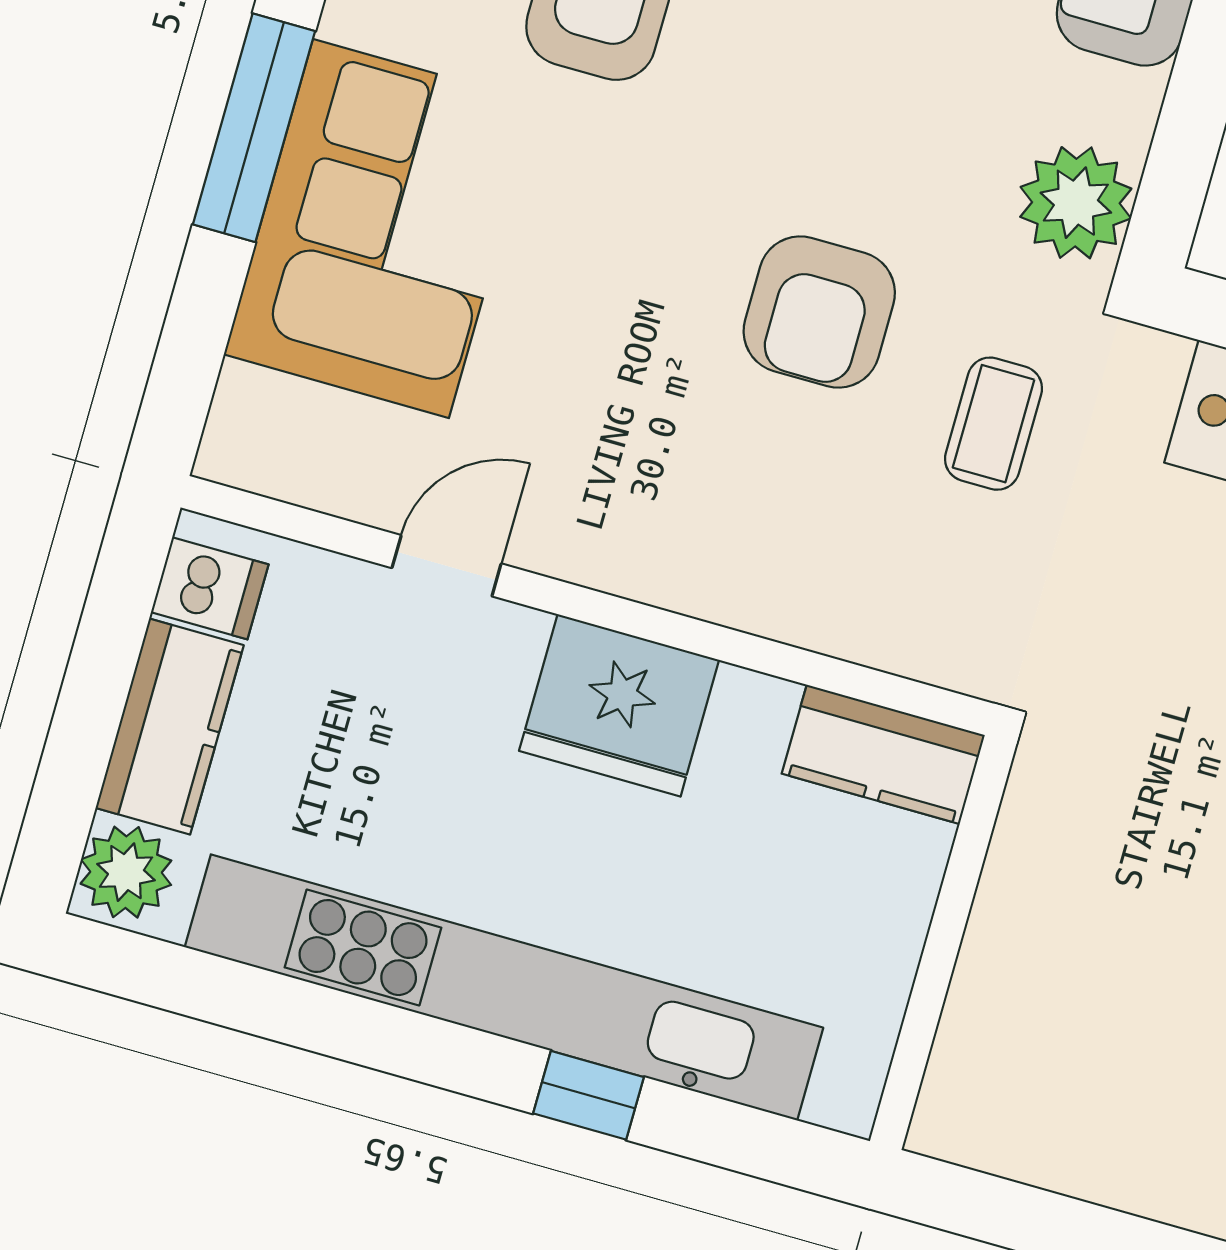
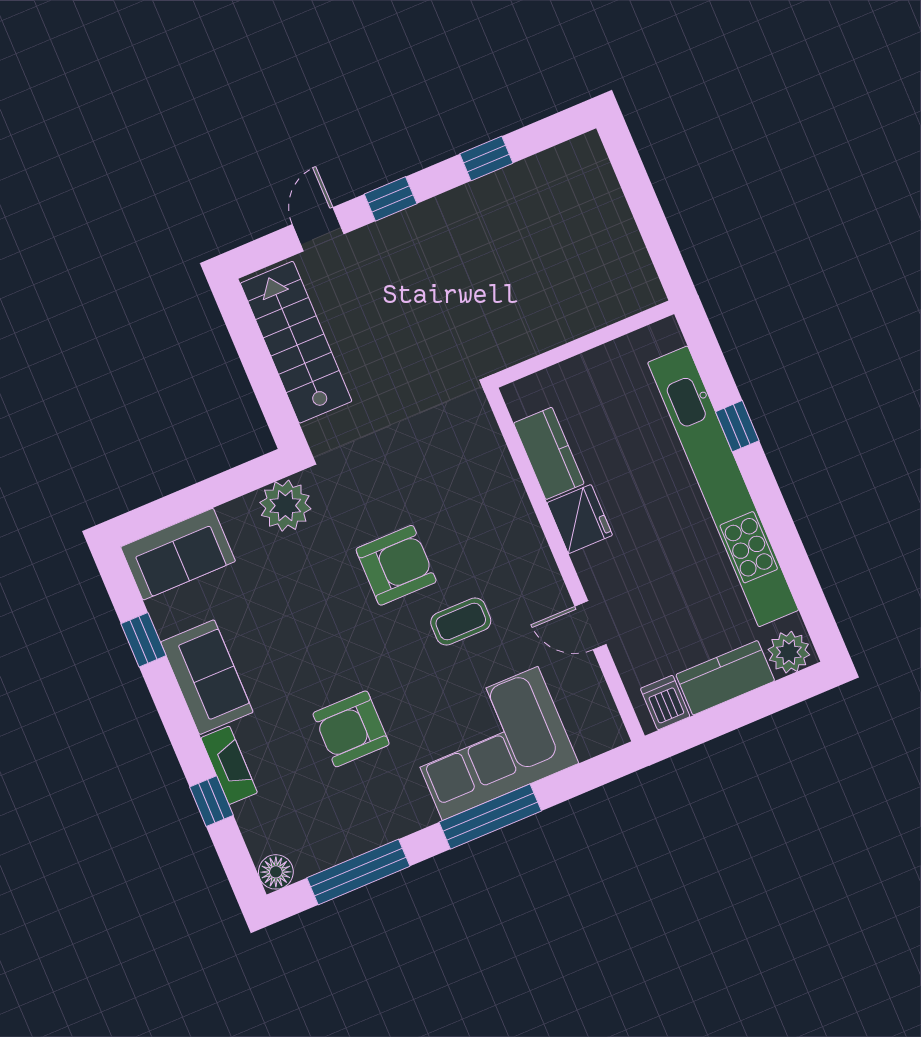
coffee table: (994, 424) -> (461, 622), moved
fridge: (619, 705) -> (580, 519), width x0.73, depth x0.75
kitchen counter: (883, 754) -> (549, 453), moved

